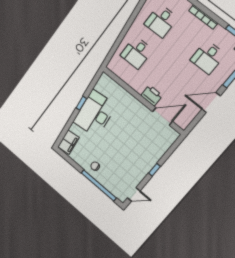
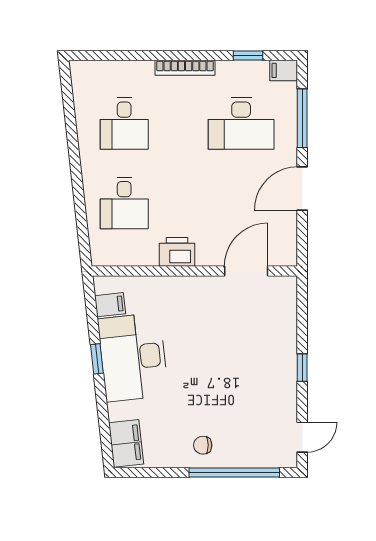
desk: (208, 57) -> (241, 124), width x1.37
filing cabinet: (101, 87) -> (110, 305), added
printer: (152, 96) -> (177, 252), moved

